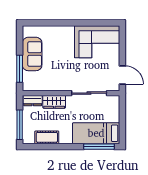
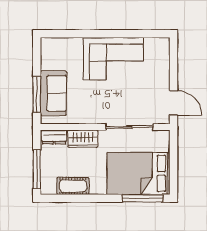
corner sofa: (97, 42) -> (113, 59), moved
sofa: (32, 54) -> (53, 93), moved
bed: (96, 133) -> (138, 173), width x1.50

